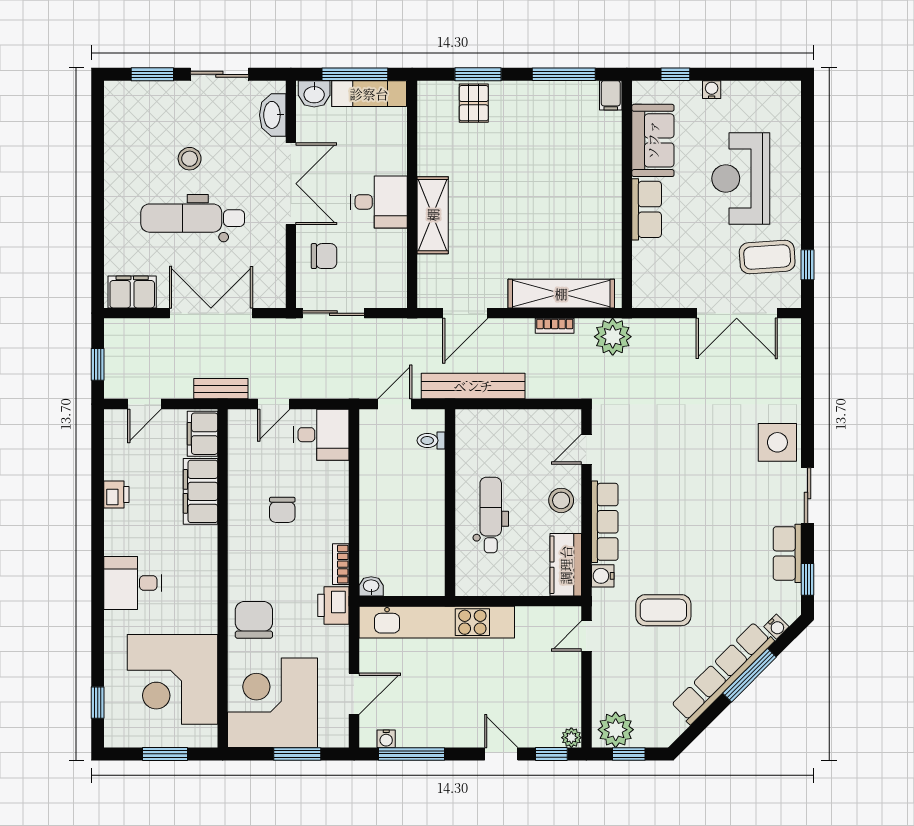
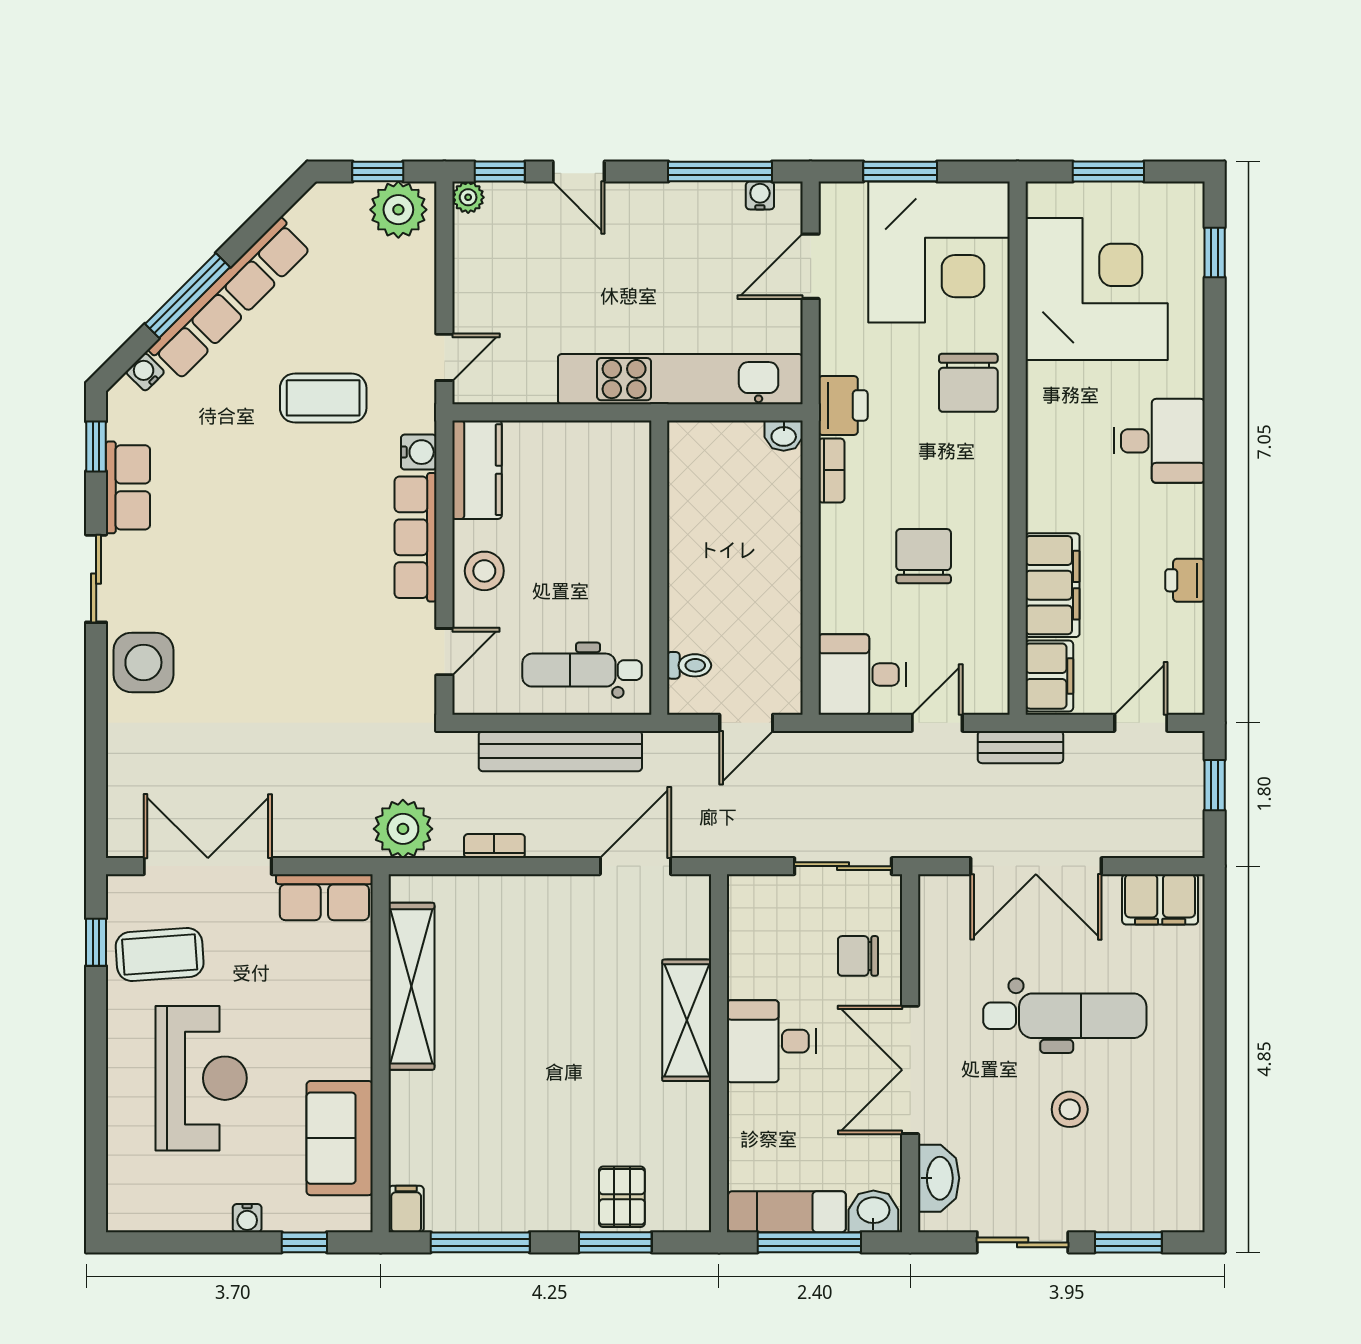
row of seats: (647, 209) -> (324, 897), moved, turned -90
shelving: (561, 294) -> (411, 986), moved, turned 90
bench: (473, 386) -> (560, 751), moved
chair: (282, 510) -> (924, 556), width x1.37, depth x1.37
dental chair: (491, 515) -> (582, 670), moved, turned 90

